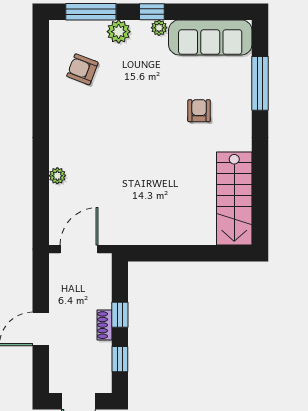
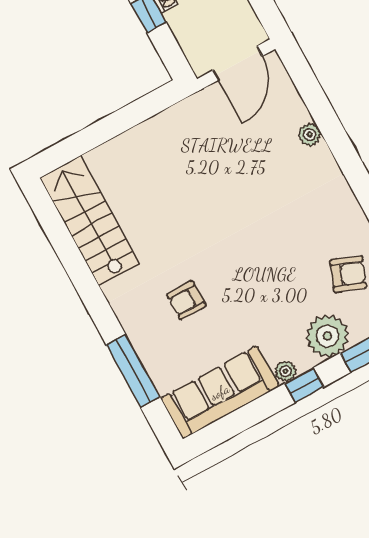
plant: (119, 32) -> (327, 336), width x1.36, depth x1.36
armchair: (199, 111) -> (186, 300), turned 90

